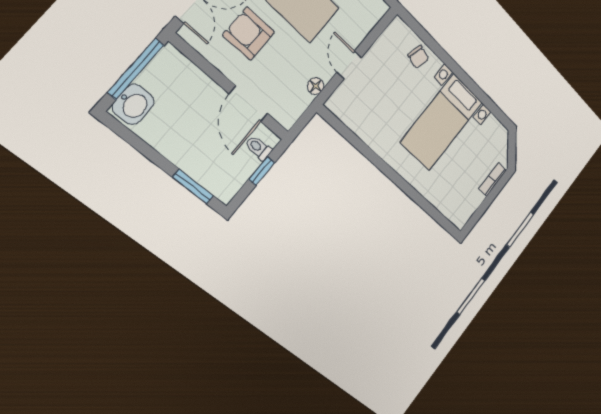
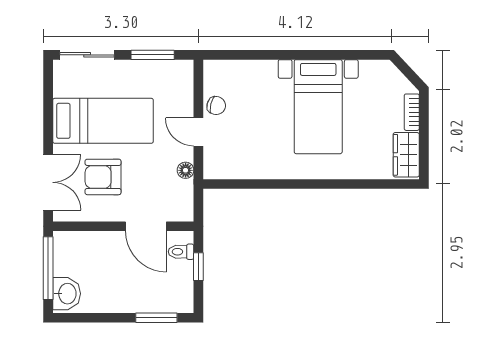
chair: (418, 57) -> (216, 106), moved
wardrobe: (466, 207) -> (406, 155), added

